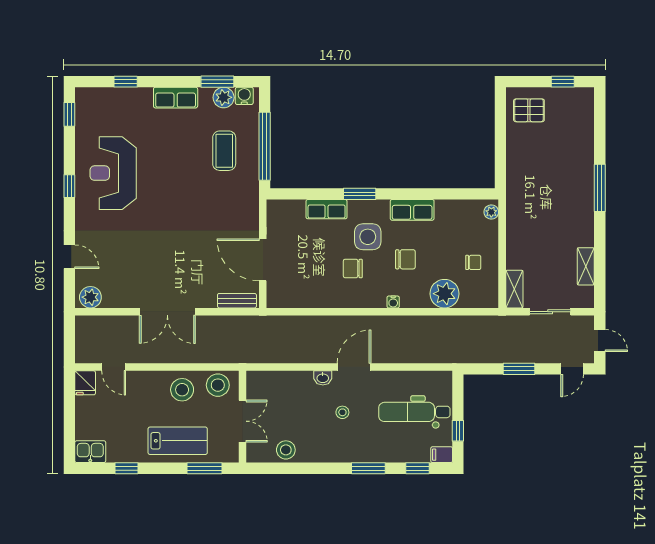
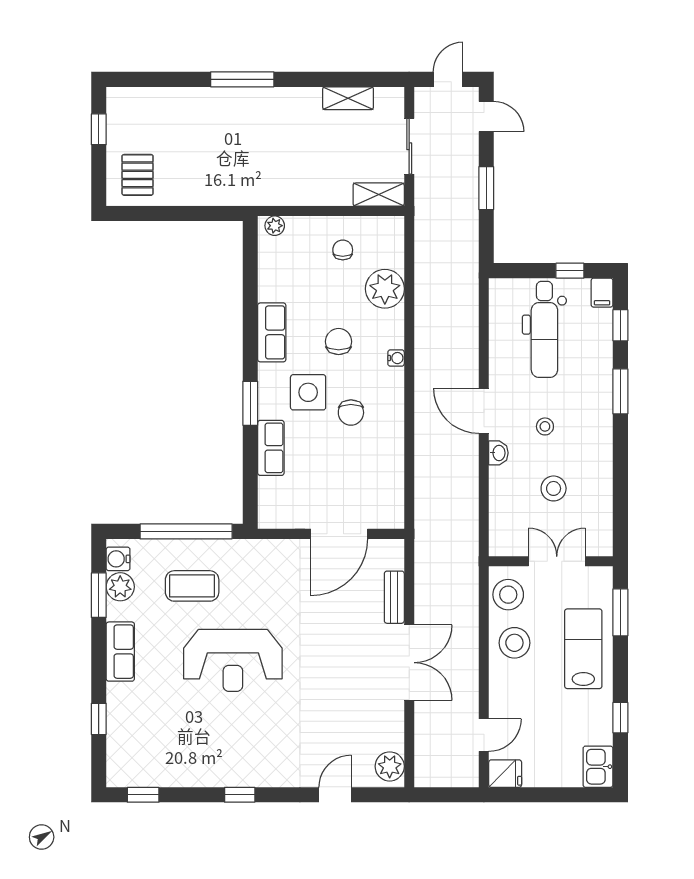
reception desk: (113, 173) -> (233, 660), moved
bench: (237, 301) -> (394, 597), moved
stool: (286, 450) -> (554, 488), moved

